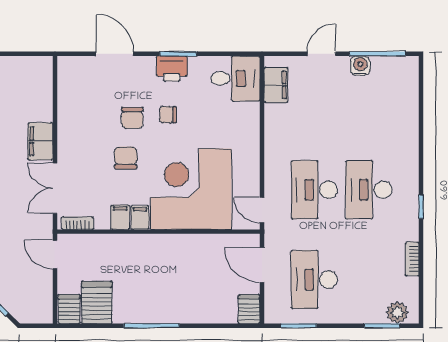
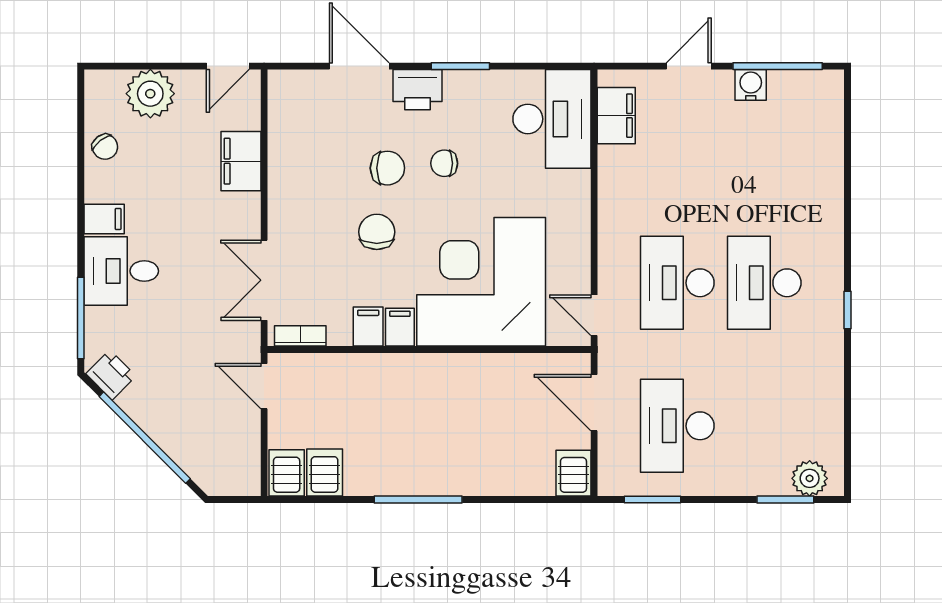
door: (32, 54) -> (228, 66), added
printer: (172, 69) -> (418, 90), moved
desk: (236, 79) -> (552, 119), width x1.37
chair: (132, 118) -> (387, 168), turned -90
filing cabinet: (40, 141) -> (241, 161), moved
bookcase: (412, 259) -> (833, 393), removed
server rack: (97, 302) -> (325, 473), width x0.73, depth x0.70

